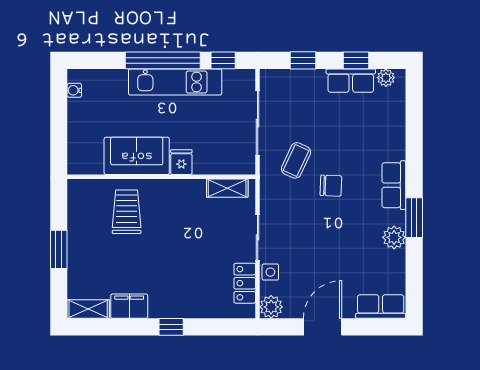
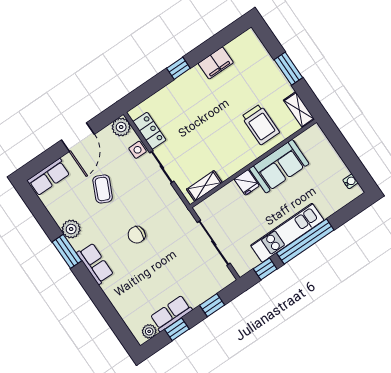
coffee table: (296, 160) -> (103, 189), moved
shelving: (88, 309) -> (299, 110), moved, turned 90

